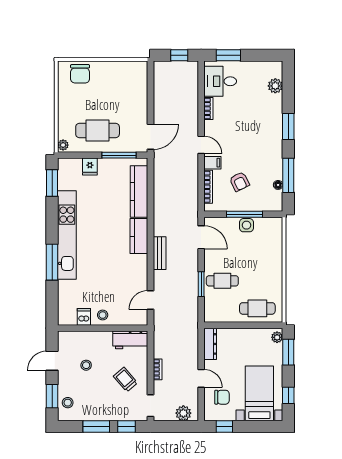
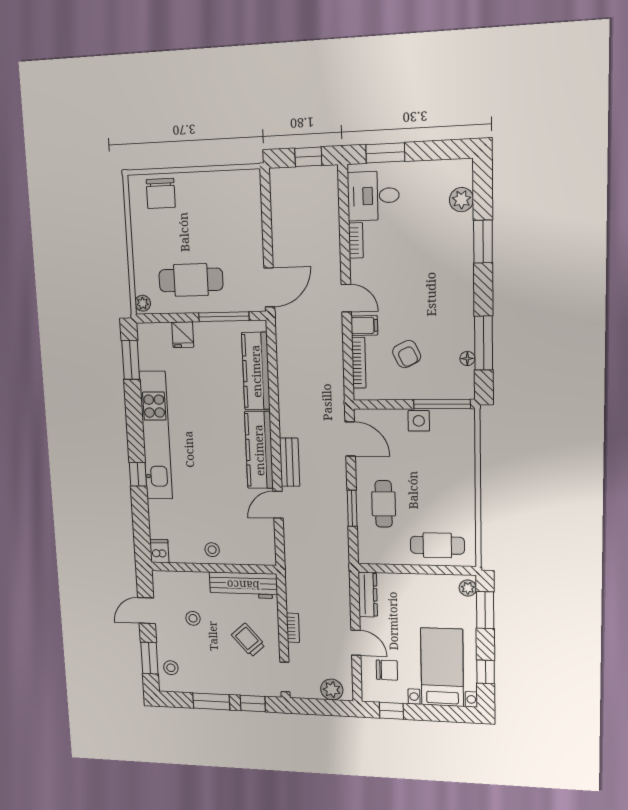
window: (288, 127) -> (483, 242), moved
window: (244, 214) -> (442, 404), moved
kitchen counter: (139, 236) -> (259, 450), width x1.50
window: (52, 262) -> (138, 474), width x0.46
cafe table: (222, 281) -> (384, 504), turned 90
door: (151, 300) -> (278, 505), moved
dishwasher: (84, 317) -> (159, 551), moved
workbench: (130, 340) -> (243, 585), width x1.38

